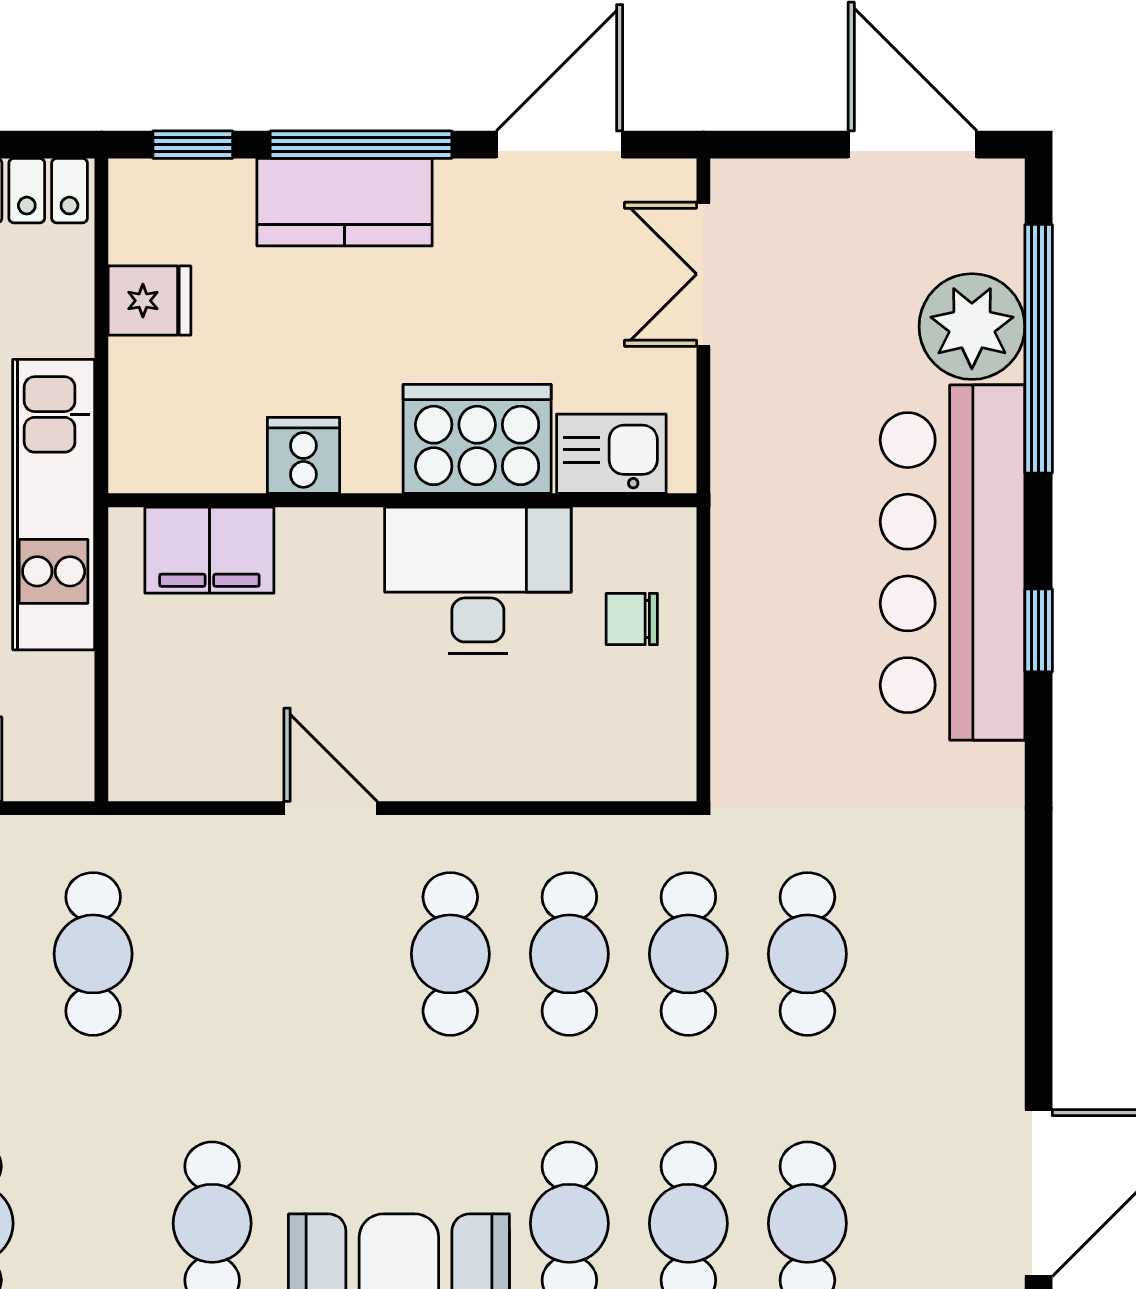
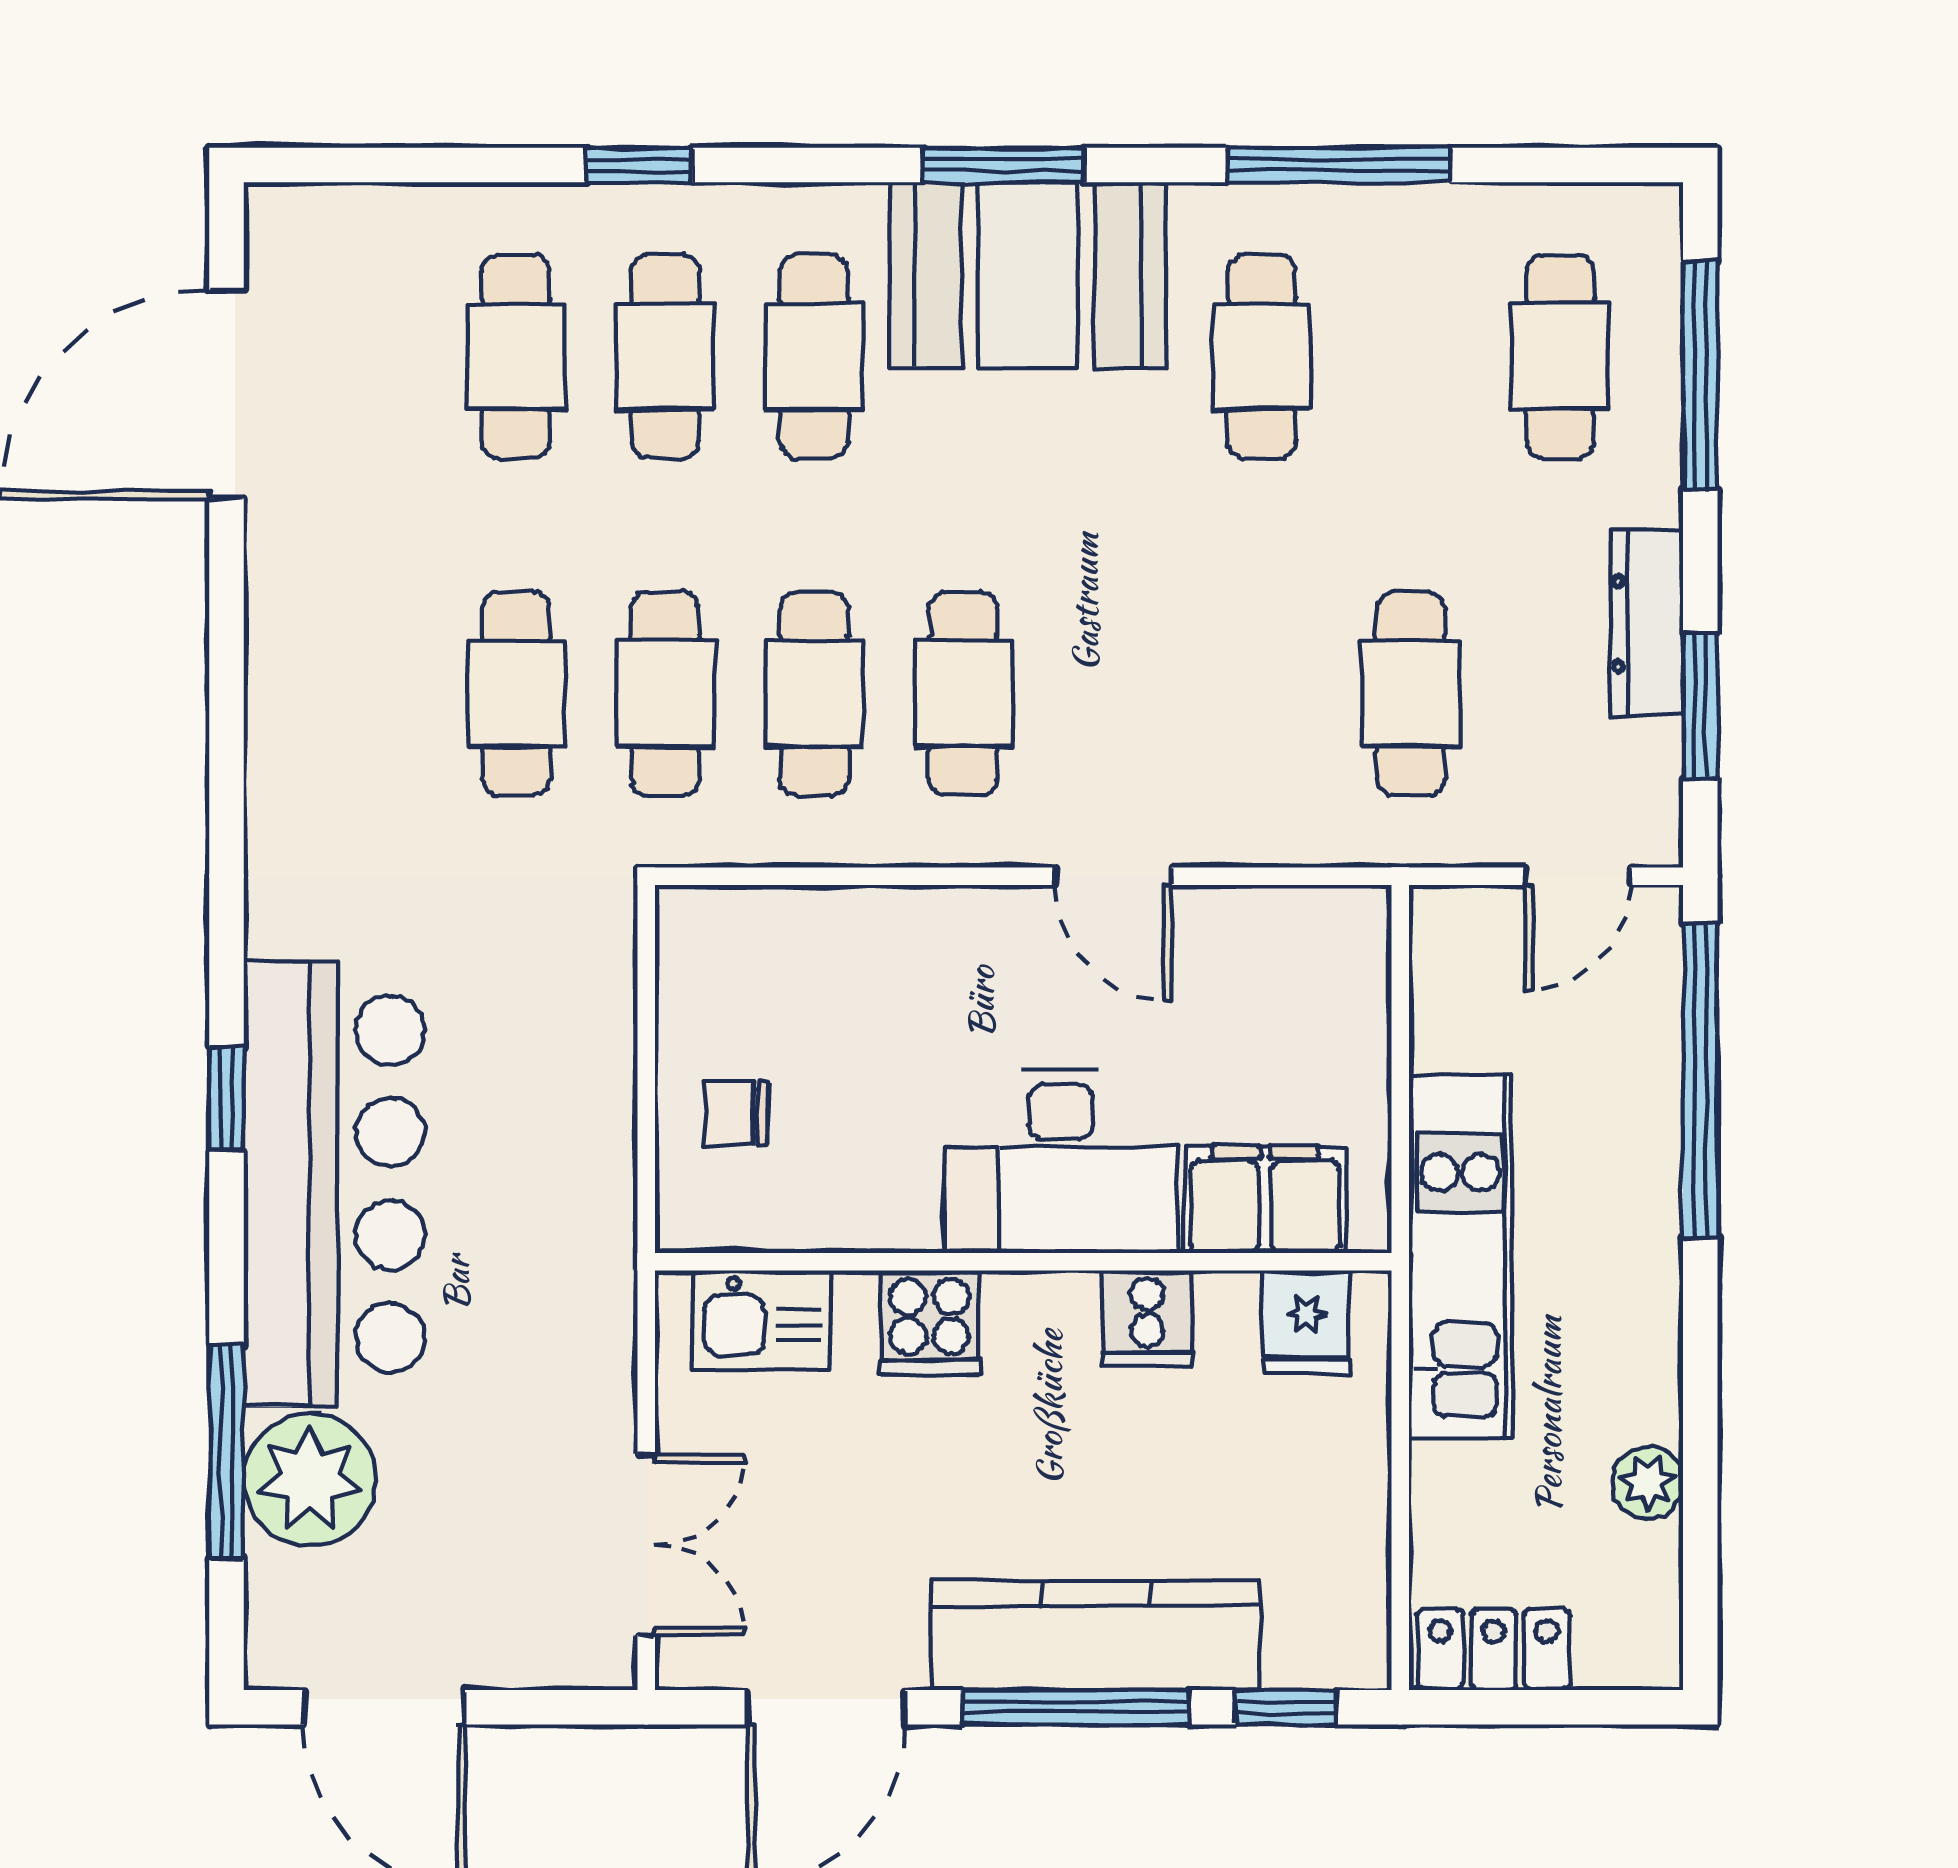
kitchen counter: (345, 202) -> (1096, 1635), width x1.50
fridge: (149, 301) -> (1306, 1322), moved, turned -90
window: (1039, 349) -> (226, 1452), width x0.68
cooker: (477, 439) -> (930, 1323), width x0.53, depth x0.76
desk: (478, 580) -> (1061, 1161), moved
chair: (632, 619) -> (736, 1113), turned 180

